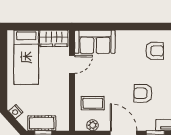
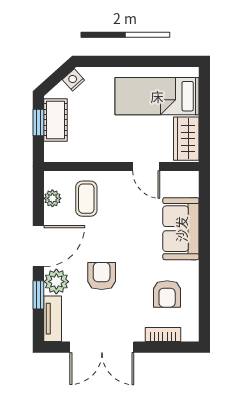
sofa: (95, 42) -> (181, 229), moved
plant: (147, 123) -> (56, 282), added

